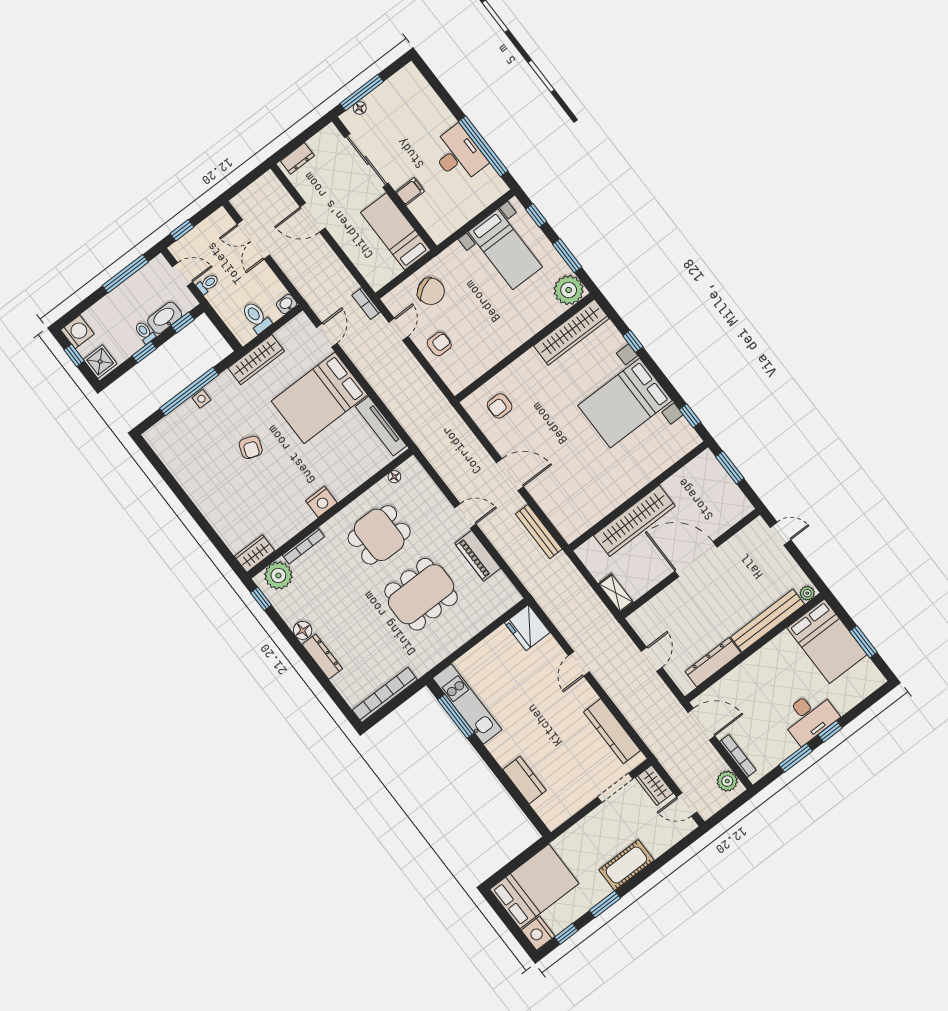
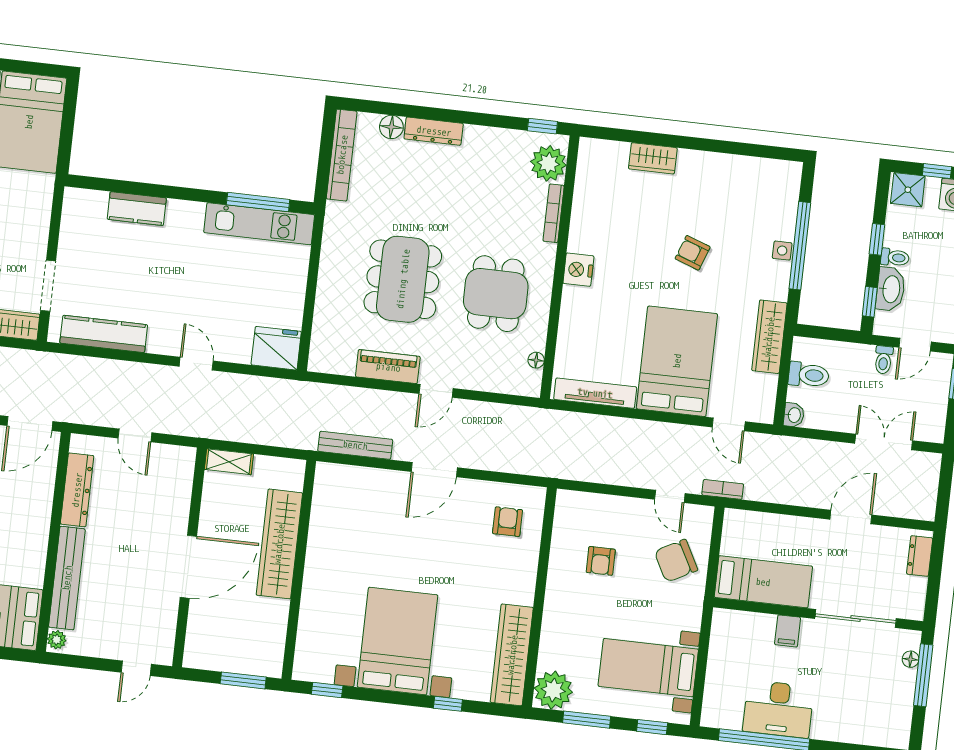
armchair: (439, 344) -> (601, 561), moved
wardrobe: (255, 554) -> (653, 158), moved, turned 90
floor lamp: (303, 630) -> (391, 127), moved

